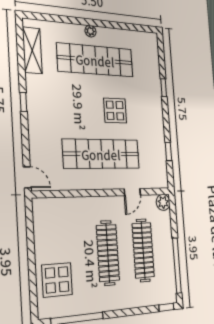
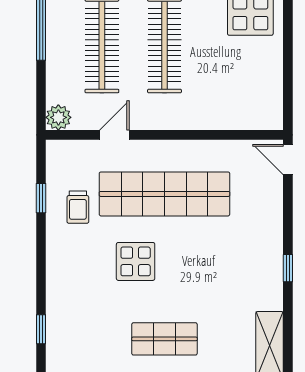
shop shelf: (95, 60) -> (164, 339), width x0.50, depth x0.74
window: (164, 88) -> (41, 329), moved
trolley: (149, 146) -> (78, 207), added

